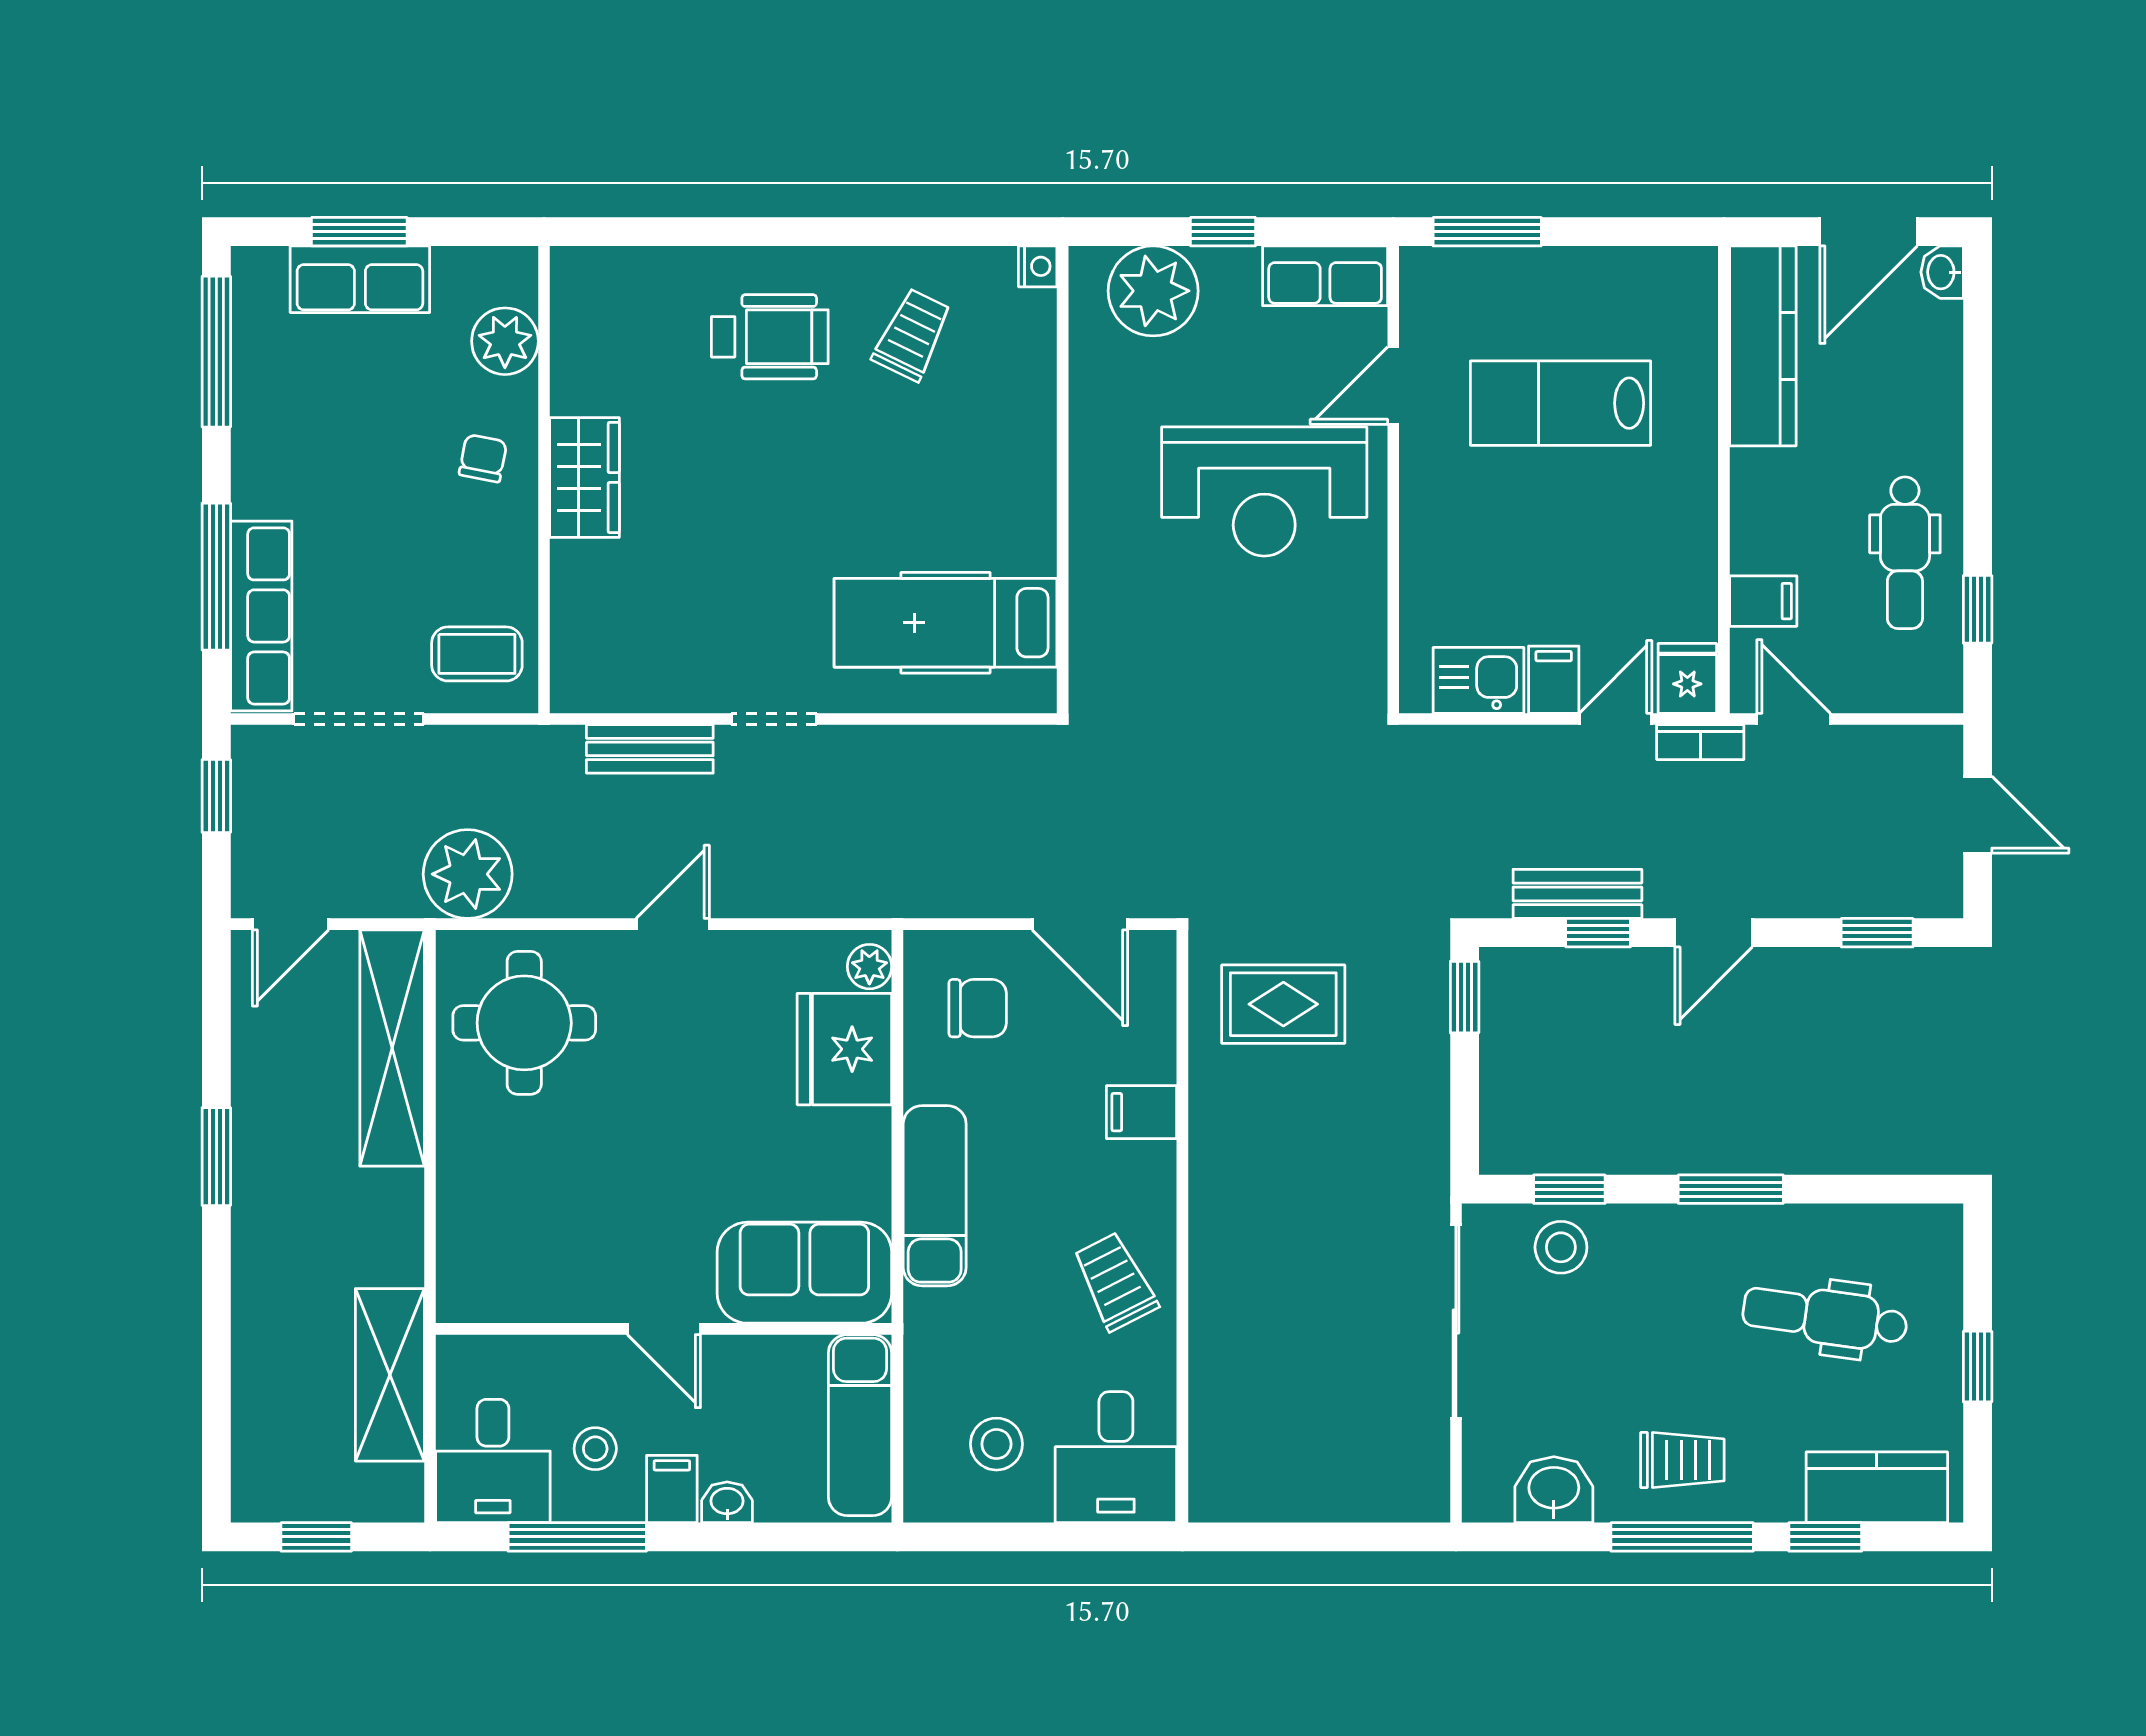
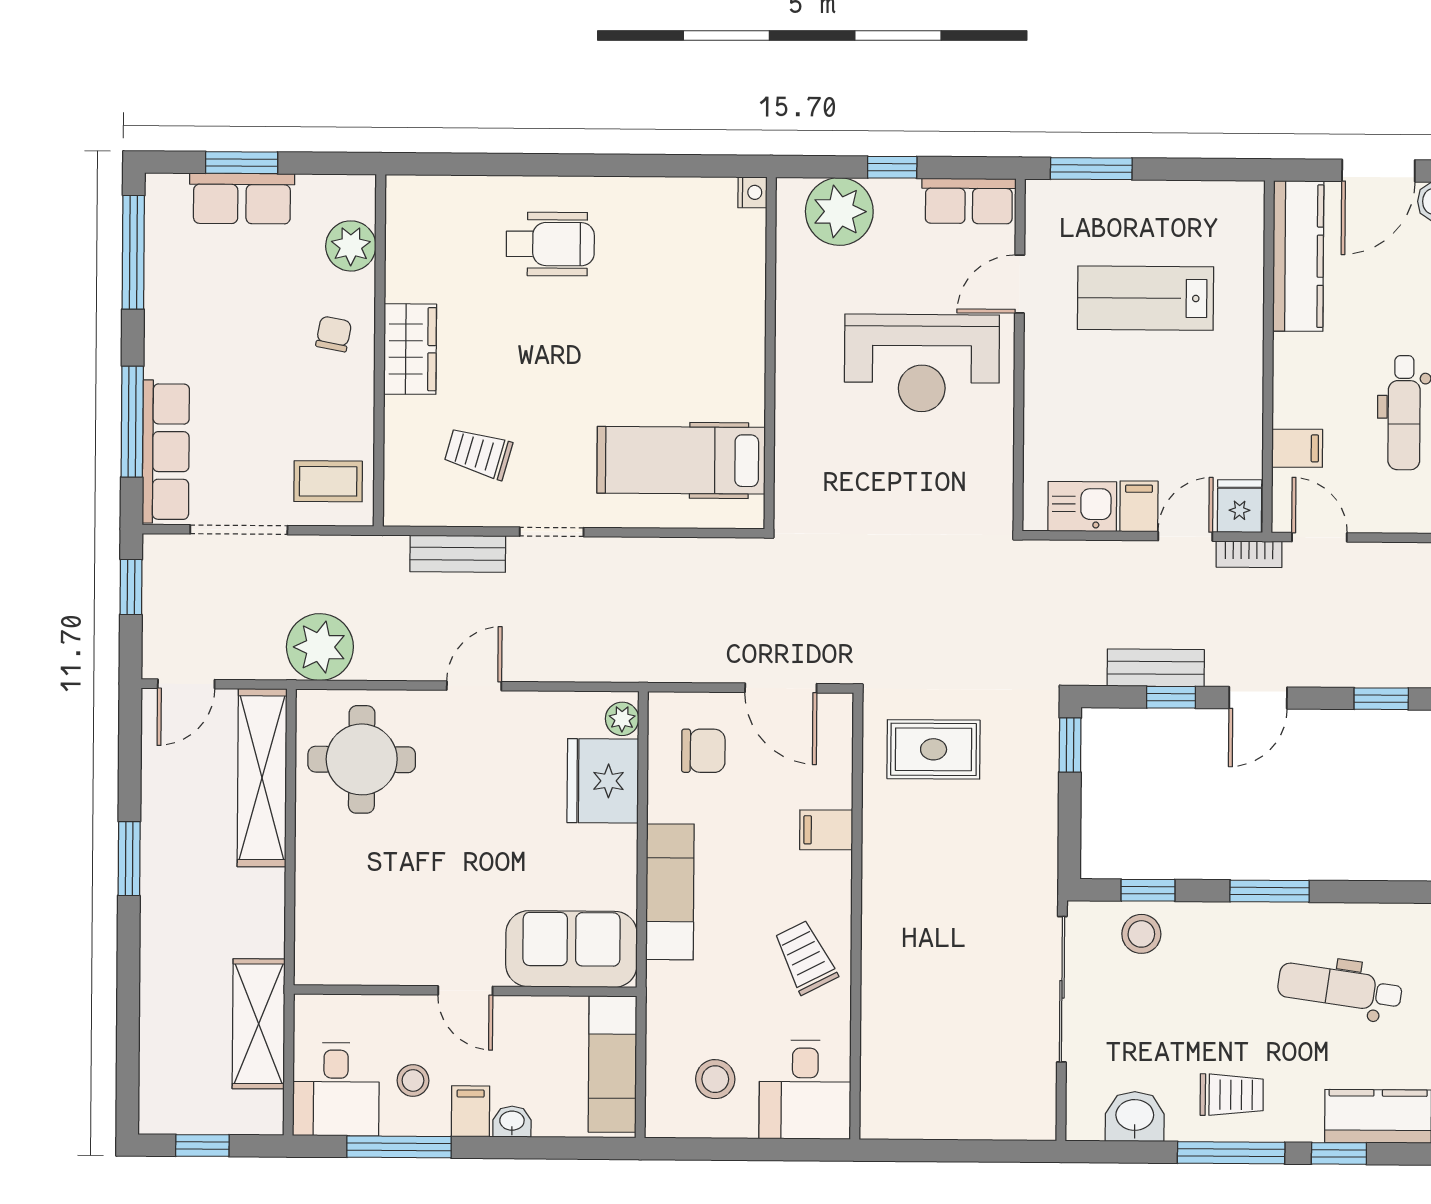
trolley: (912, 335) -> (478, 453), moved, turned -100

